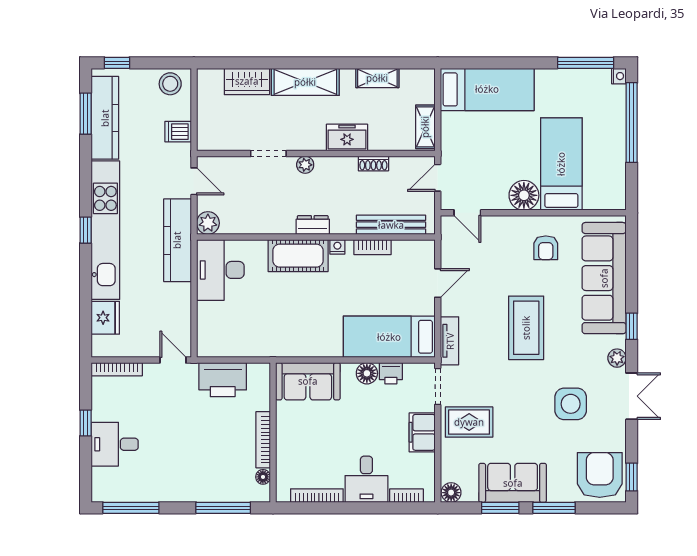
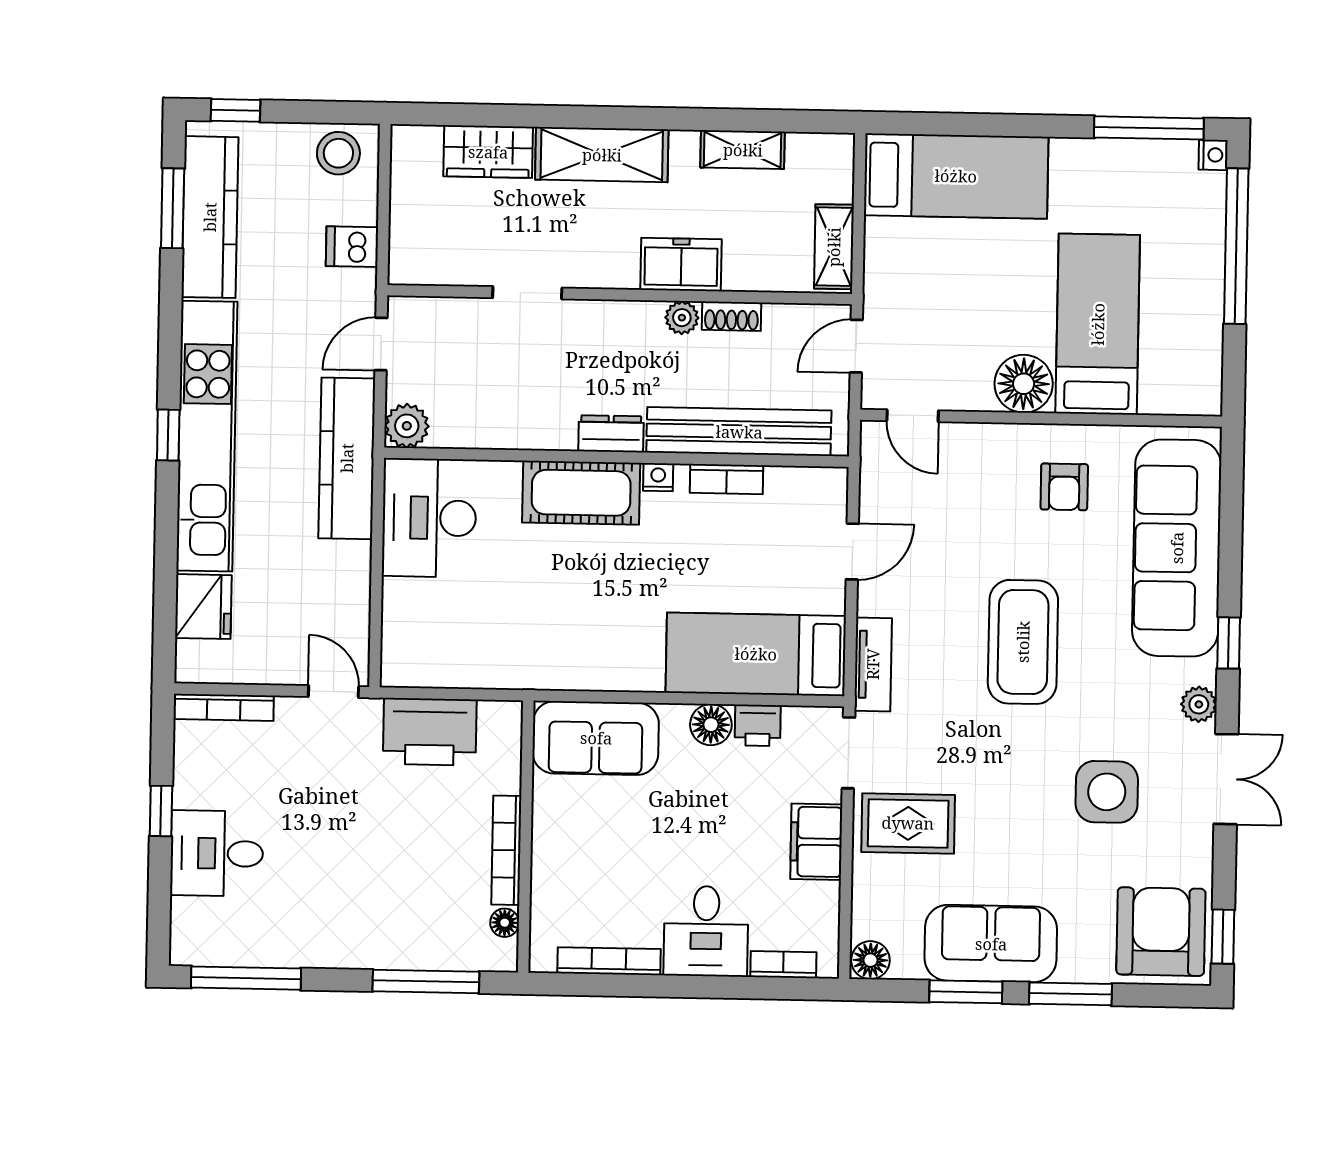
plant: (305, 165) -> (682, 318), moved
door: (194, 181) -> (381, 344), swing flipped
bench: (391, 225) -> (739, 432), width x1.37, depth x1.21

